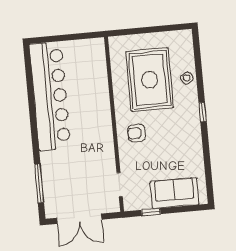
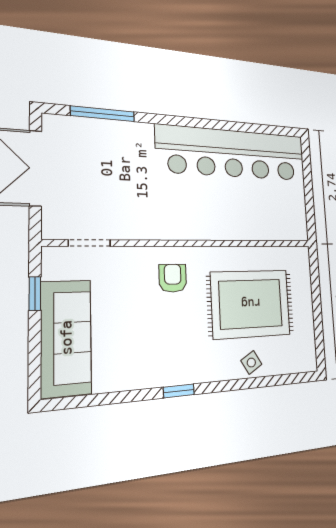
window: (203, 112) -> (179, 391), moved
sofa: (175, 193) -> (66, 338), width x1.36

